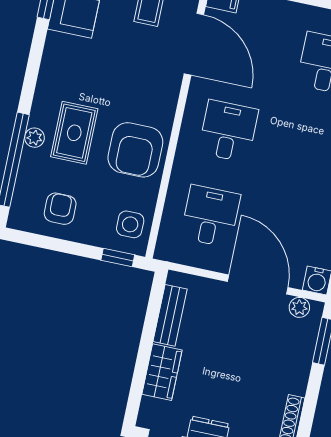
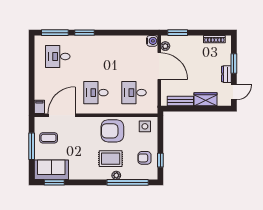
armchair: (135, 150) -> (112, 131), turned 180
window: (118, 257) -> (160, 160), moved
door: (258, 284) -> (159, 66), swing flipped

